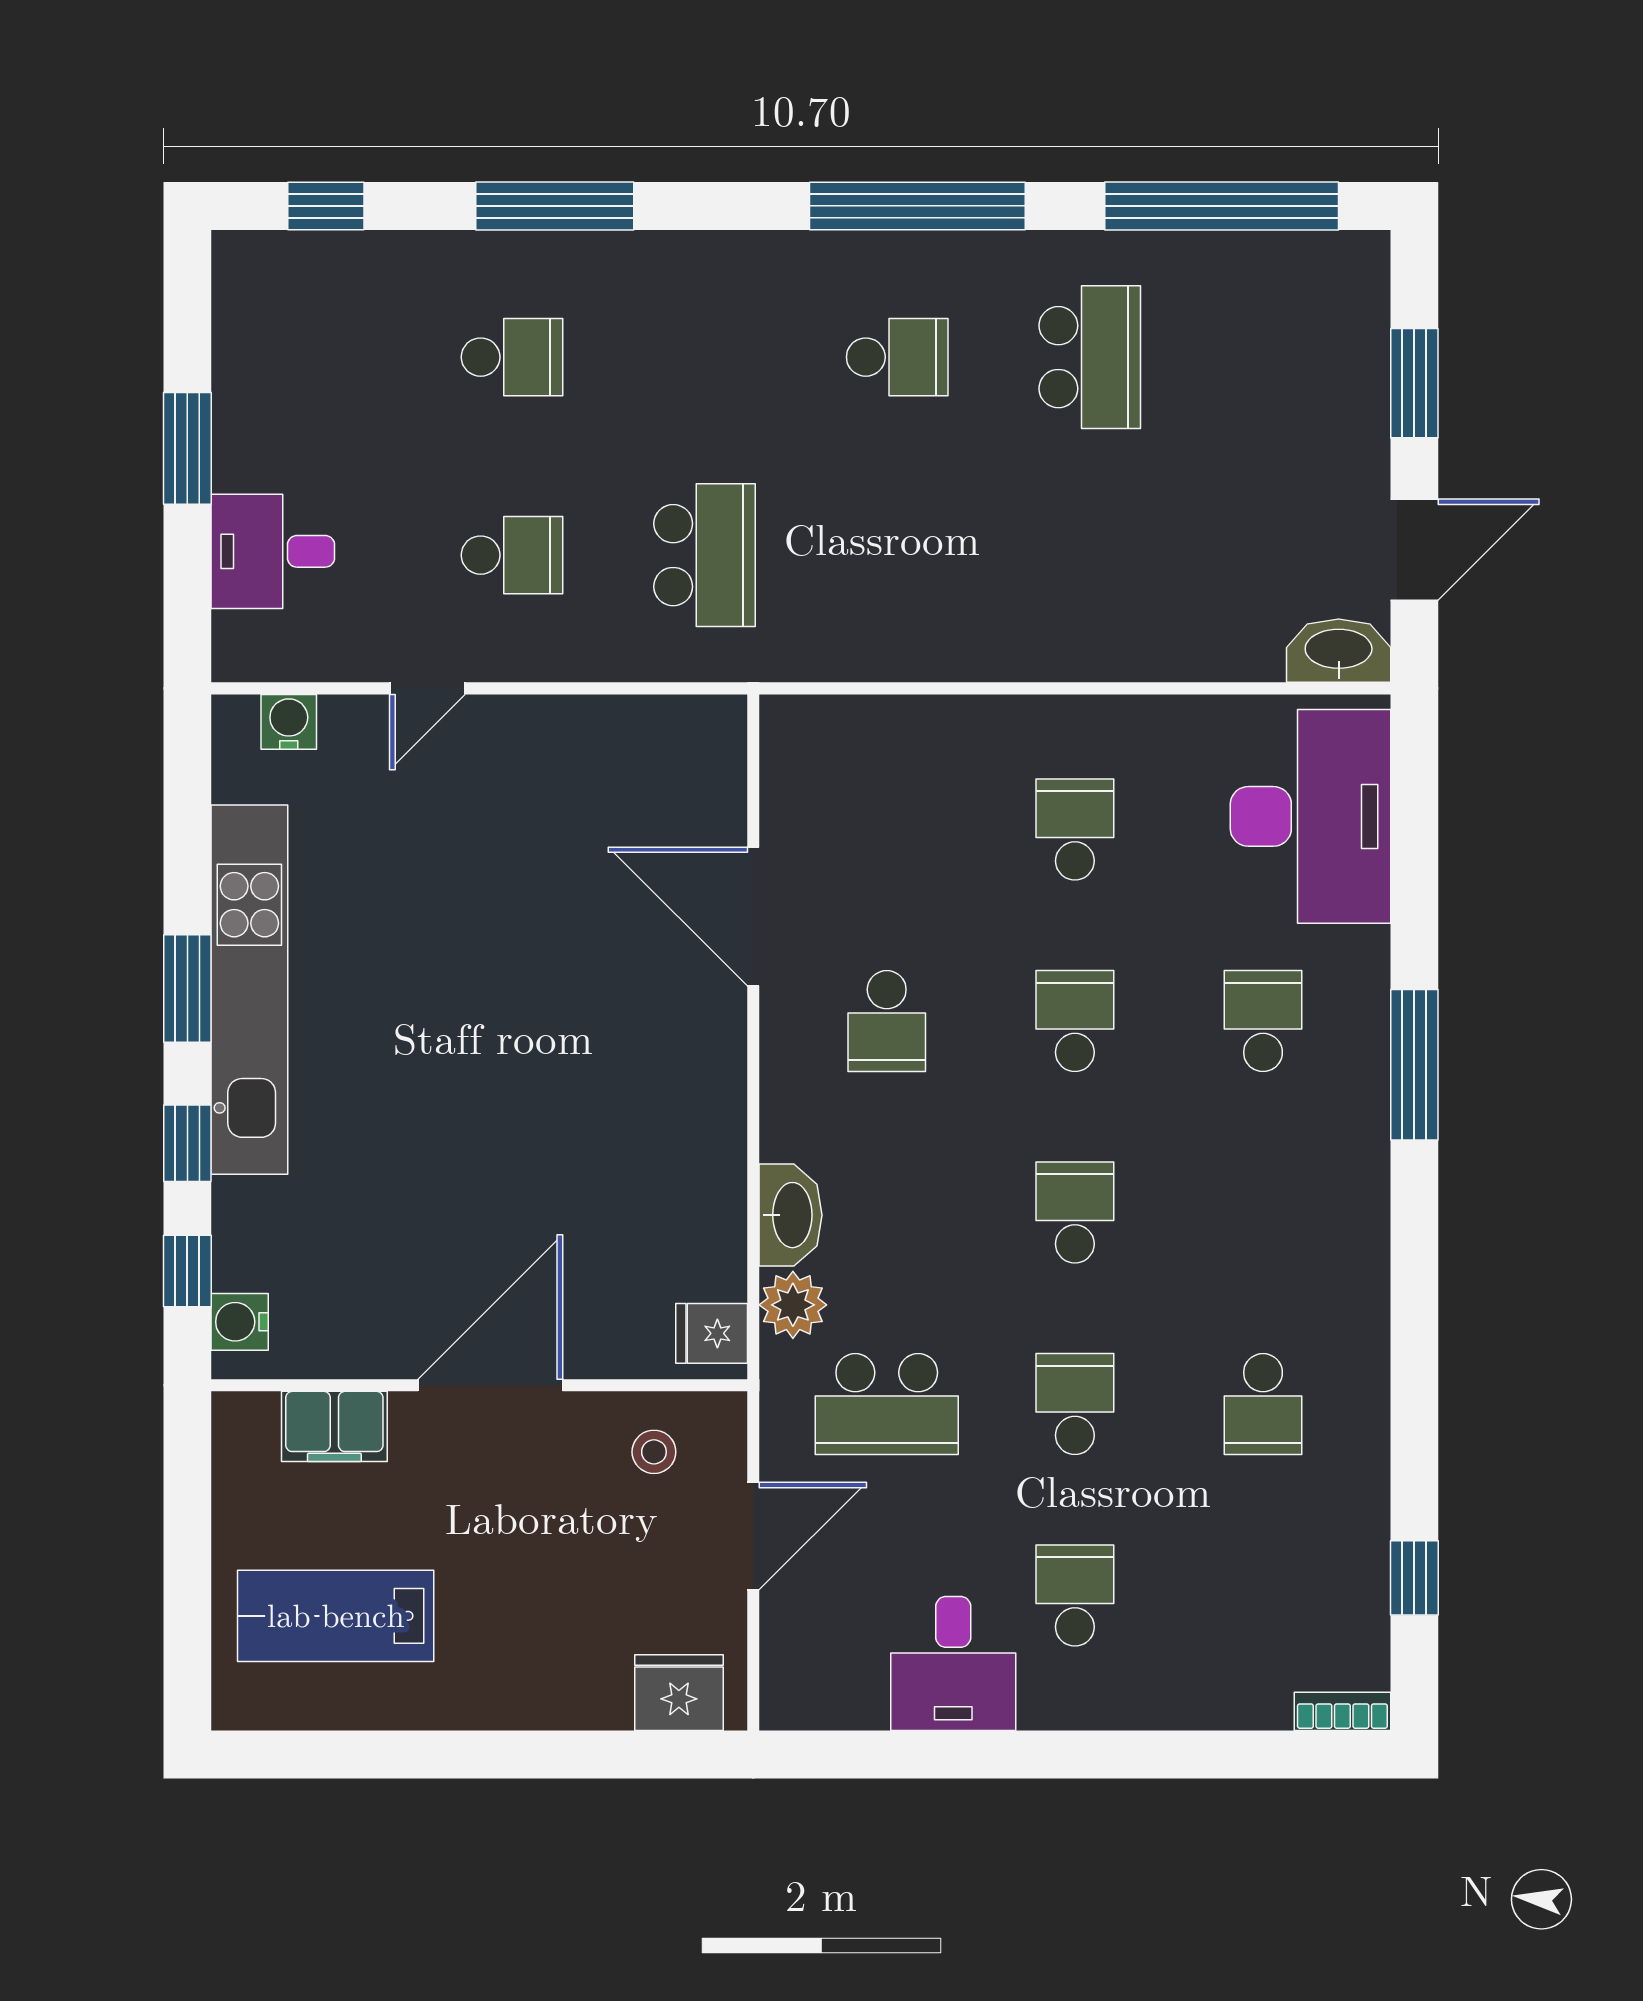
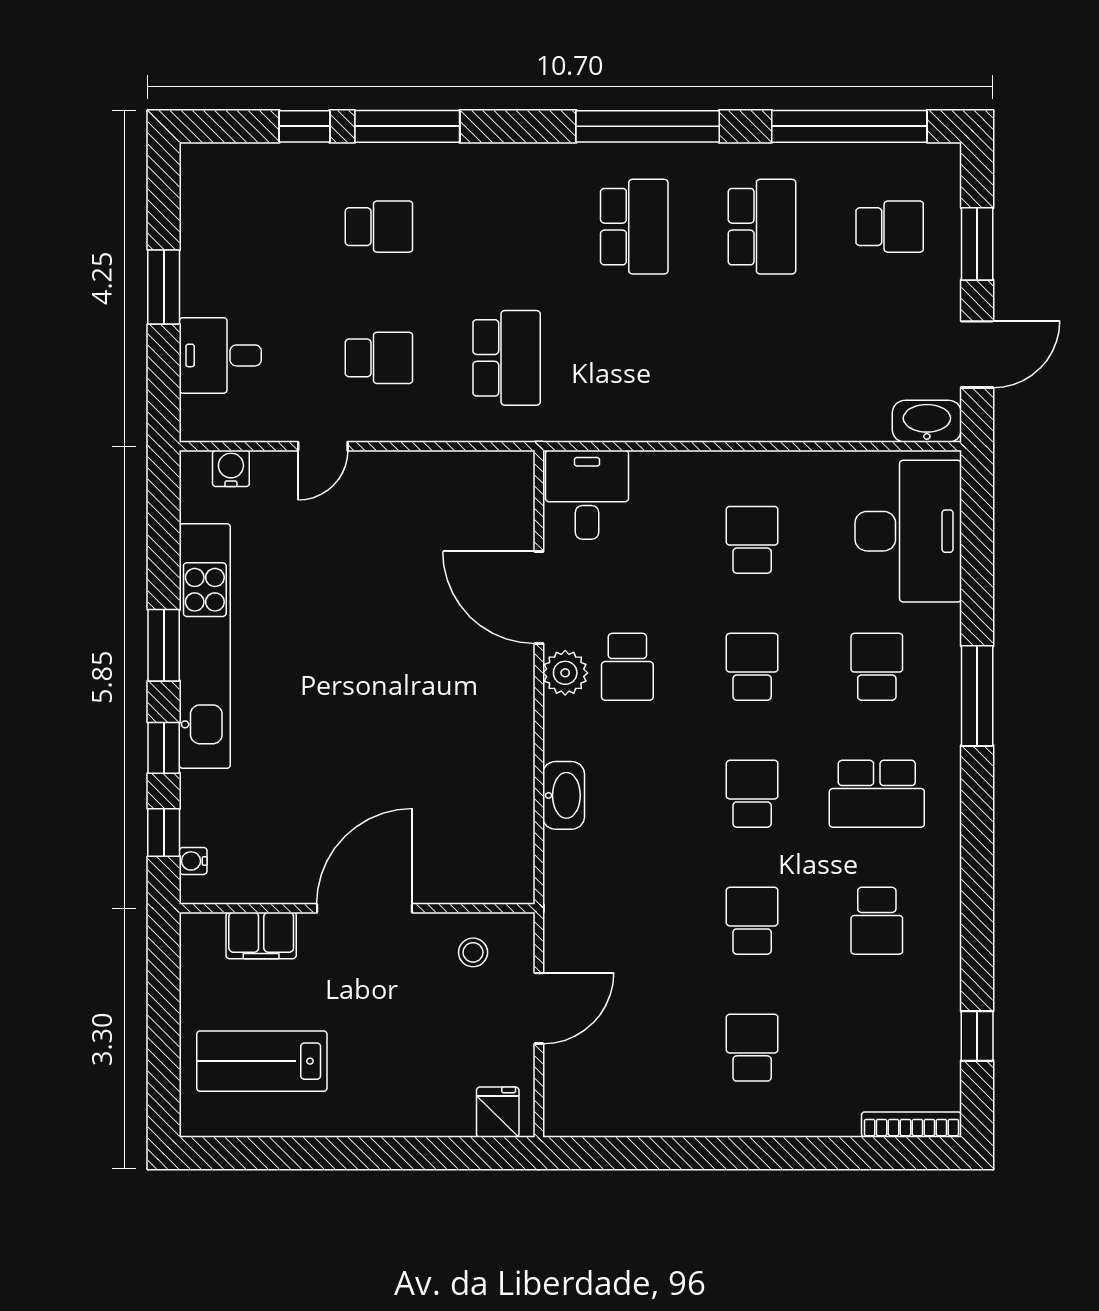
window: (326, 206) -> (304, 126), moved
school desk: (897, 357) -> (634, 227), width x1.85
school desk: (1282, 357) -> (890, 227), added
plant: (793, 1305) -> (565, 673), moved
water cooler: (240, 1322) -> (193, 861), width x0.72, depth x0.72
fridge: (712, 1333) -> (511, 874), removed
school desk: (887, 1404) -> (877, 794), moved
desk: (953, 1664) -> (587, 495), moved, turned 180
fridge: (679, 1693) -> (498, 1112), width x0.72
bookcase: (1342, 1711) -> (911, 1125), width x1.56

